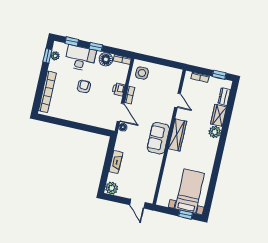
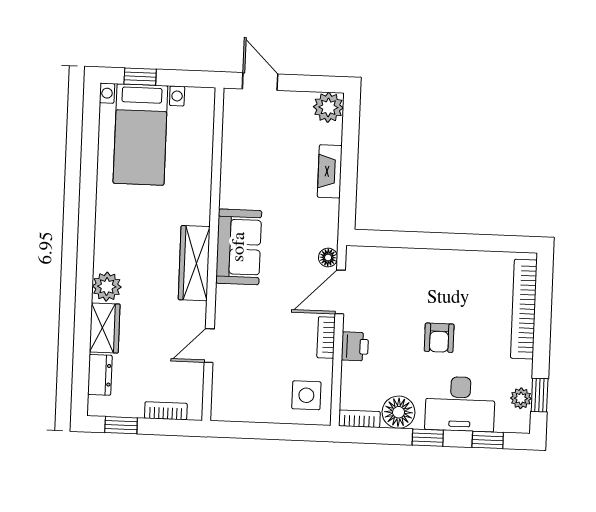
door: (178, 100) -> (209, 346), hinge flipped
door: (121, 112) -> (340, 292), hinge flipped

